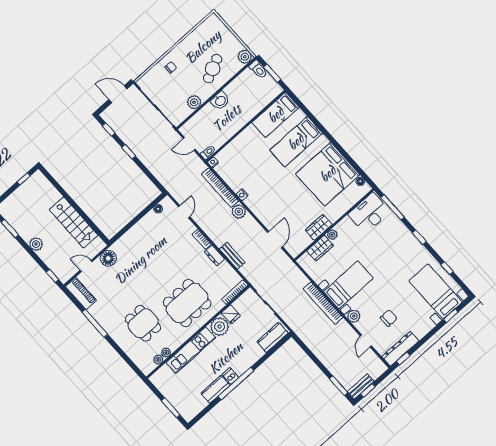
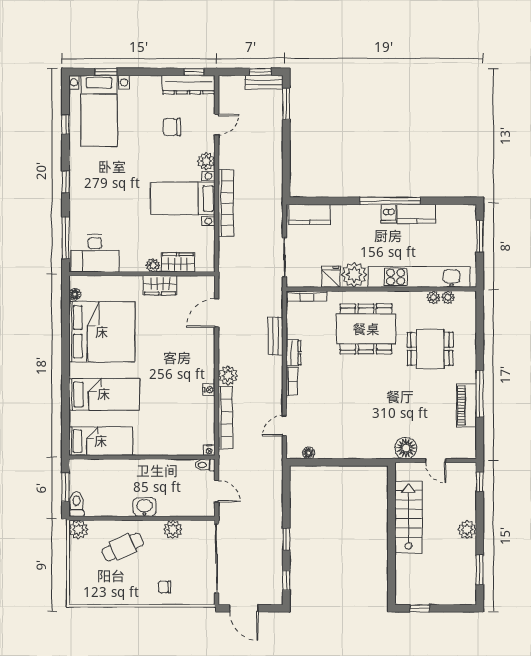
piano: (81, 293) -> (467, 406), moved
dining table: (143, 323) -> (430, 349), turned 90
kitchen unit: (191, 350) -> (419, 277), width x1.36

